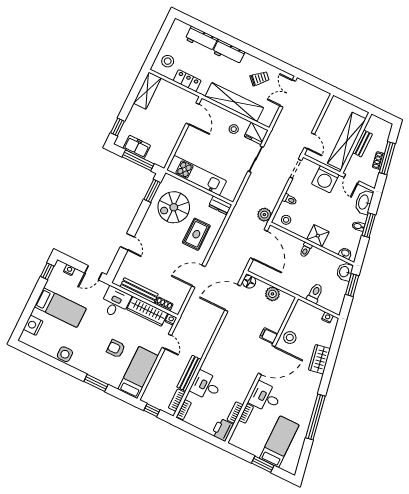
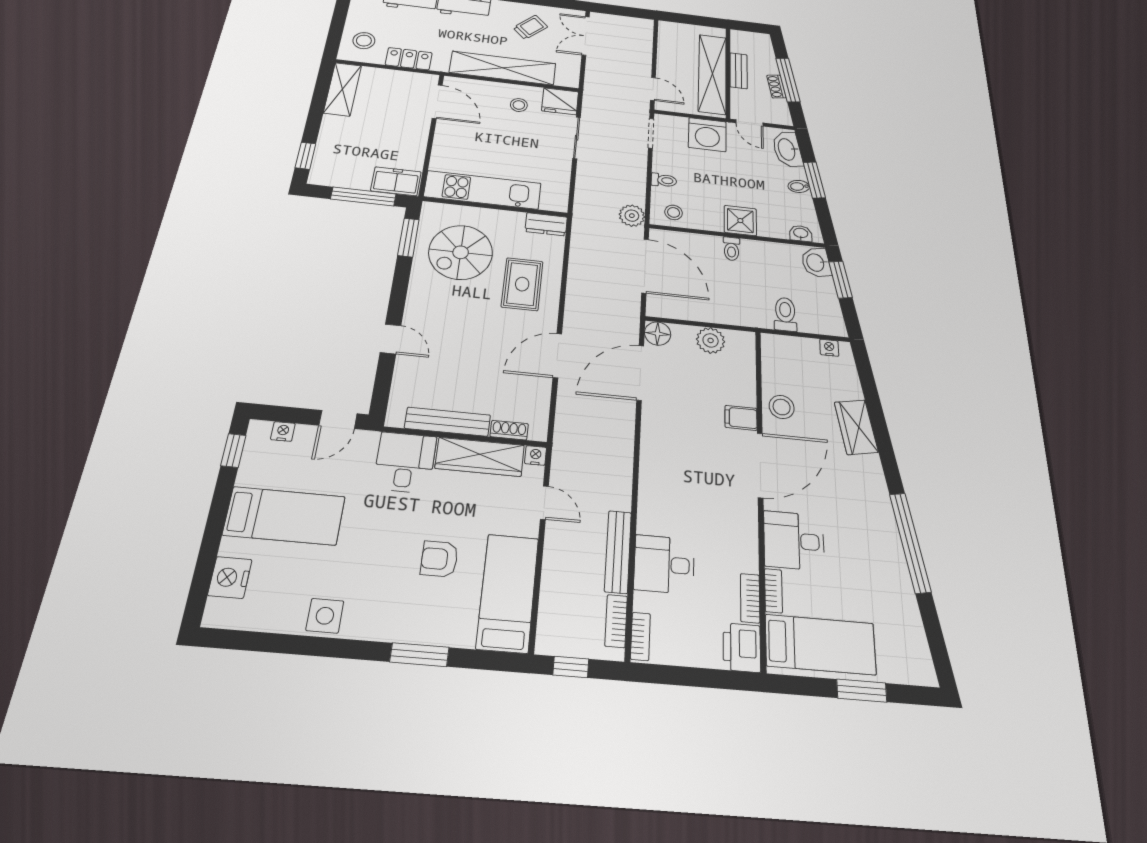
freezer: (137, 147) -> (396, 181), moved
bed: (279, 442) -> (820, 644), moved, turned 90

